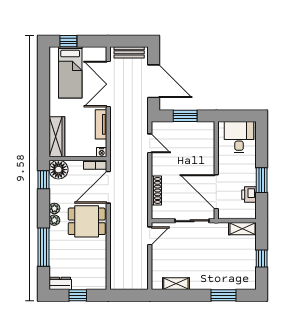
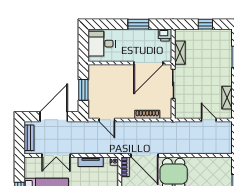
double door: (108, 84) -> (56, 156), width x0.73
door: (150, 143) -> (107, 120), swing flipped
printer: (249, 195) -> (165, 35), moved
shelving: (242, 229) -> (180, 53), moved
door: (150, 236) -> (209, 120), moved

